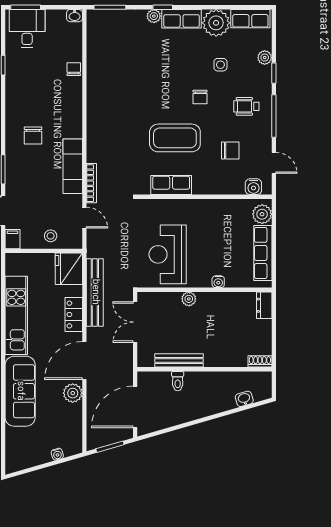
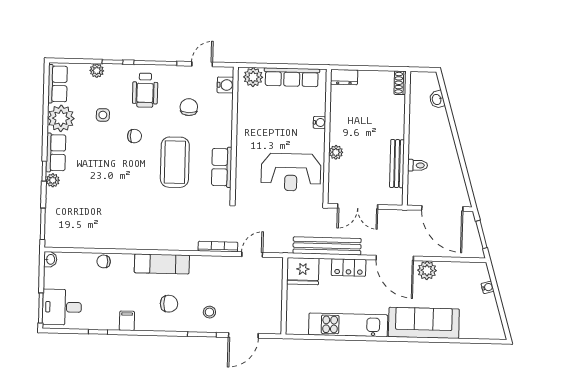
wheelchair: (246, 106) -> (145, 90), width x1.36, depth x1.37
exam couch: (73, 166) -> (162, 264), moved
stool: (51, 236) -> (209, 312), moved
filing cabinet: (12, 239) -> (127, 321), moved, turned 90

